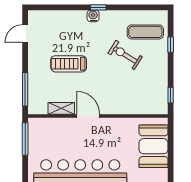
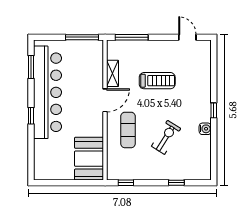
water cooler: (93, 16) -> (205, 129), moved
exercise mat: (145, 32) -> (128, 130), moved
treadmill: (69, 64) -> (157, 81), turned 90
booth: (154, 146) -> (89, 159), moved, turned 90

